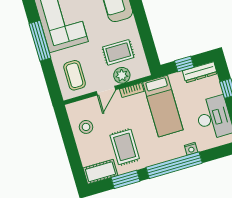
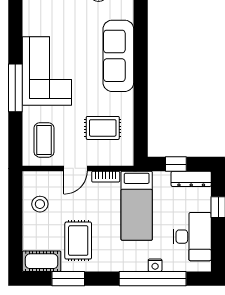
plant: (122, 75) -> (99, 156), removed
window: (174, 165) -> (153, 279), moved

